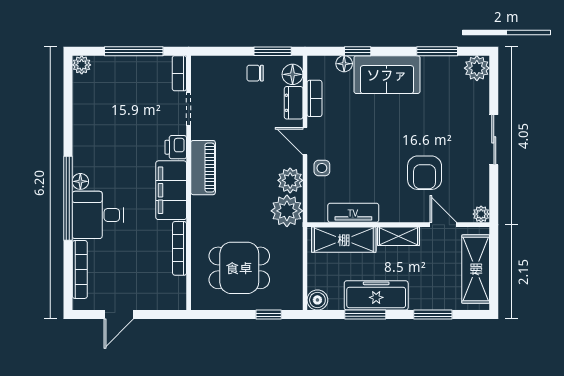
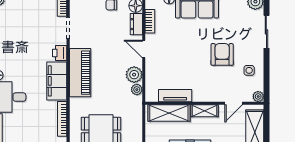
sliding door: (494, 140) -> (266, 32), moved
piano: (203, 168) -> (80, 73), width x1.37, depth x1.33
side table: (322, 168) -> (249, 70), moved
armchair: (425, 173) -> (222, 54), moved, turned 180
plant: (287, 211) -> (137, 90), width x0.53, depth x0.53
door: (443, 225) -> (234, 103), swing flipped

